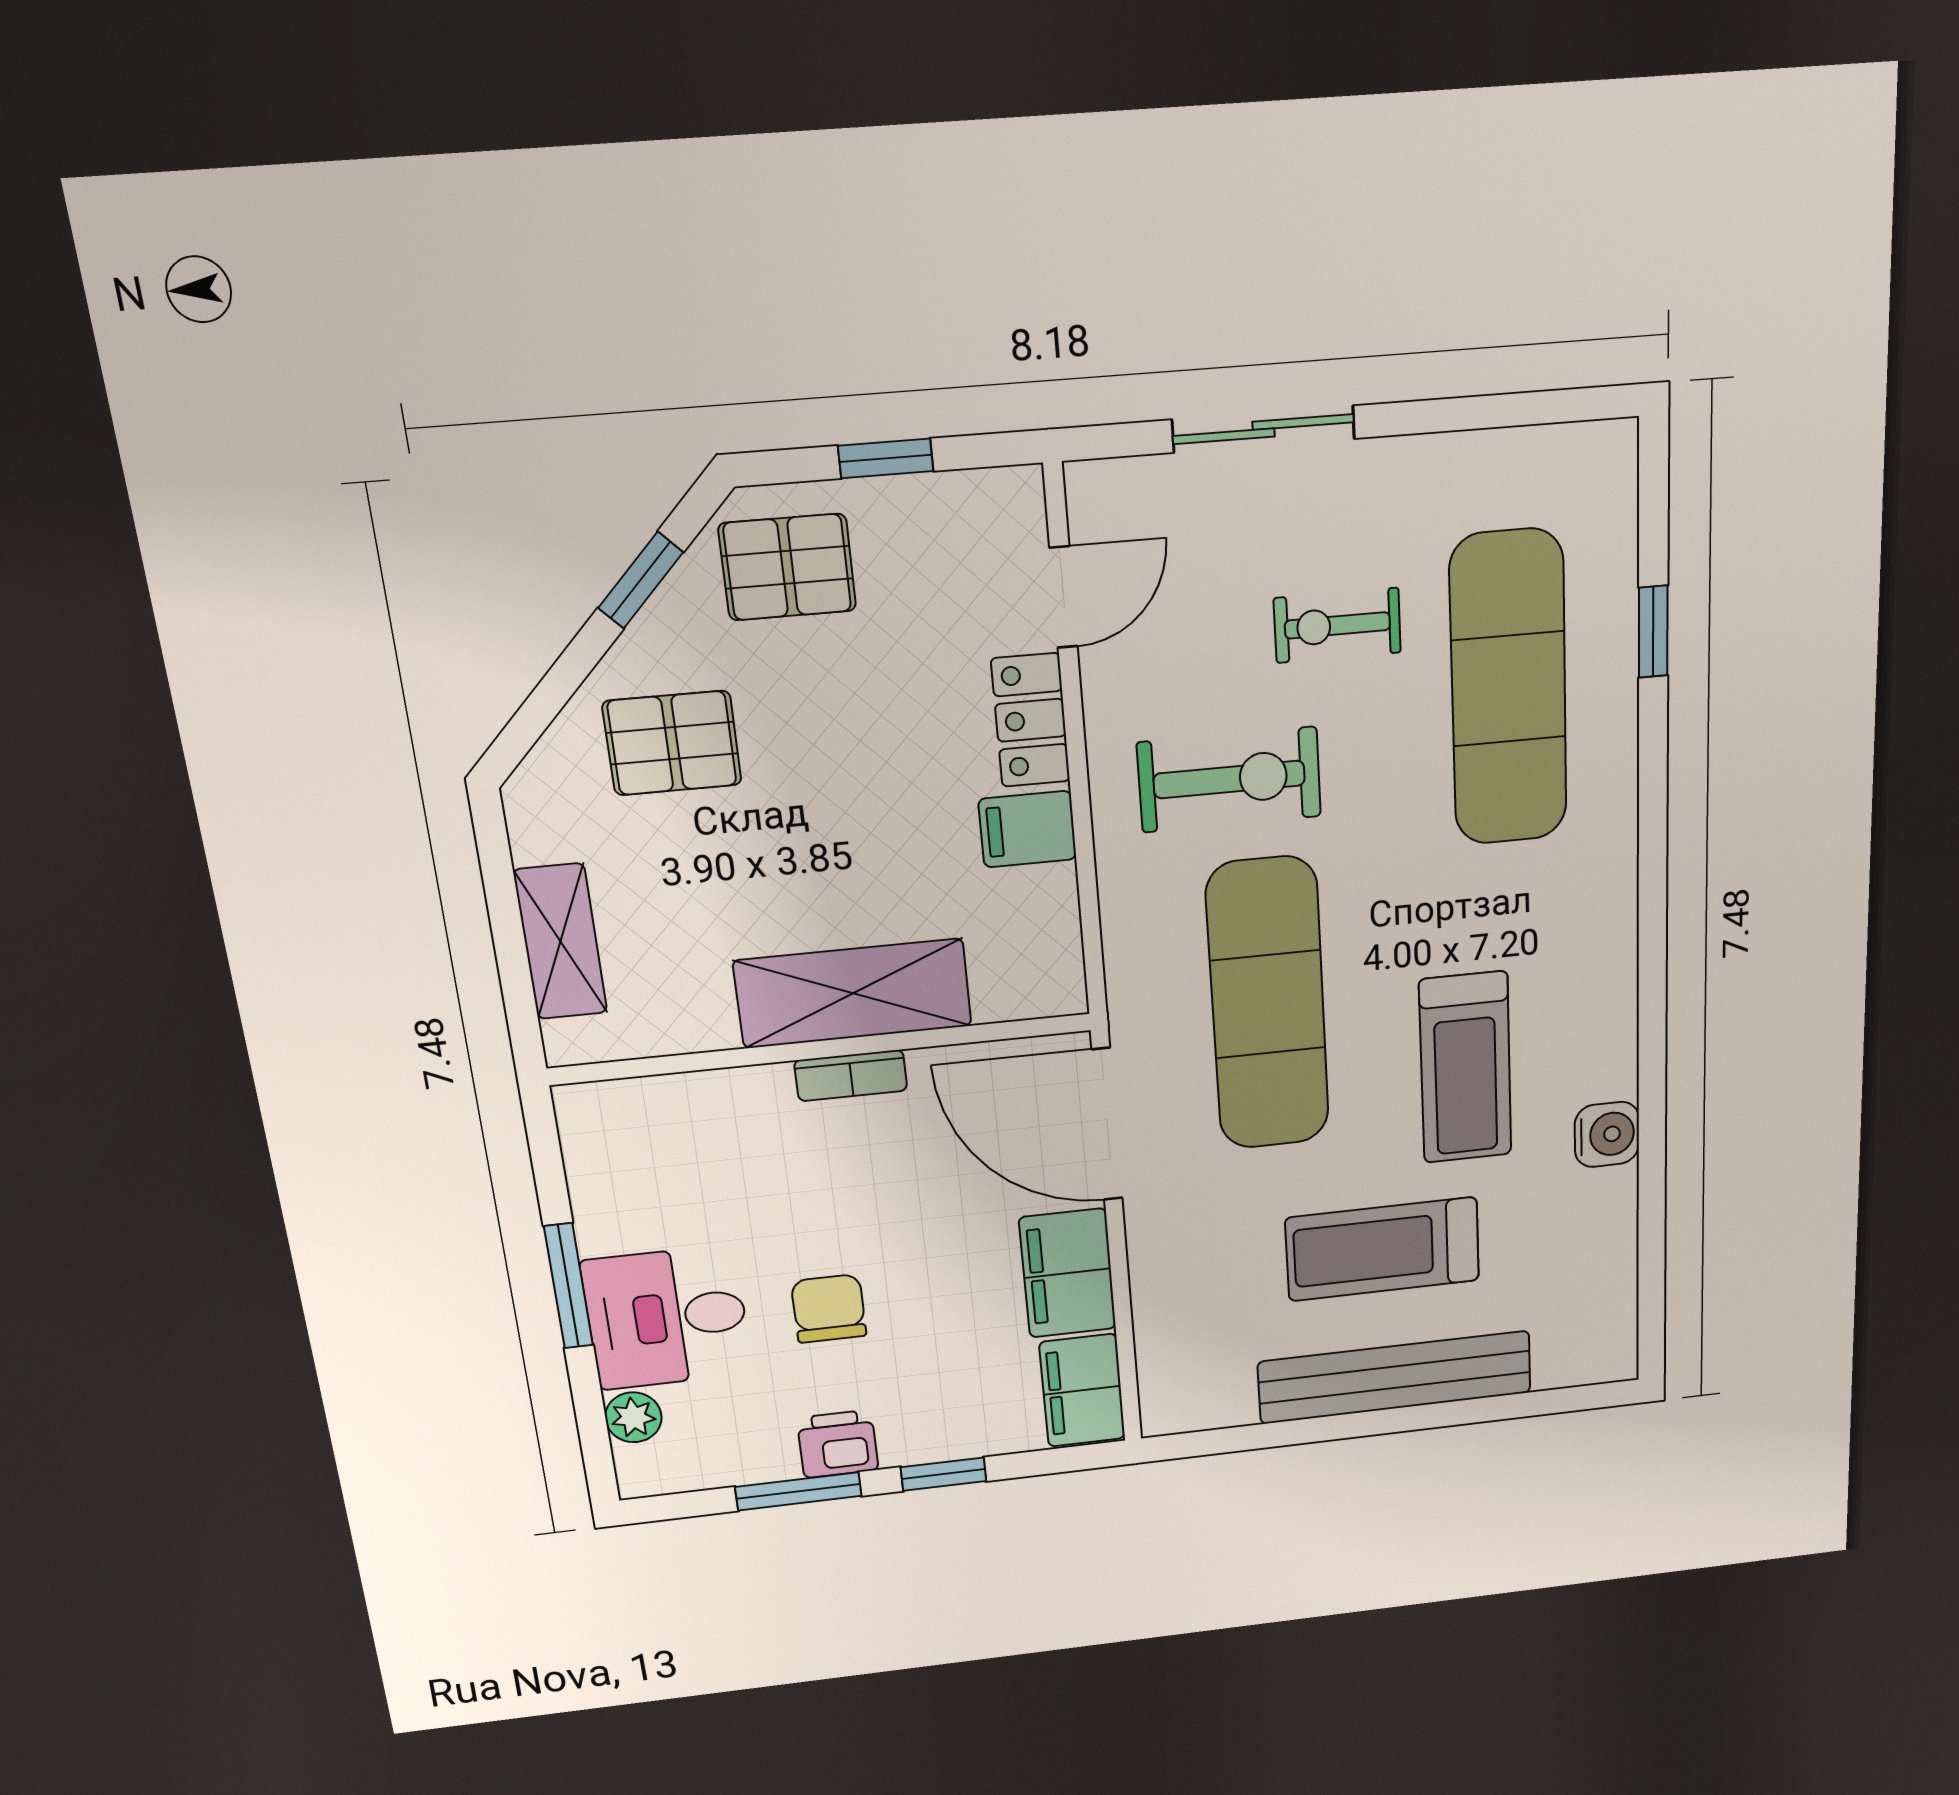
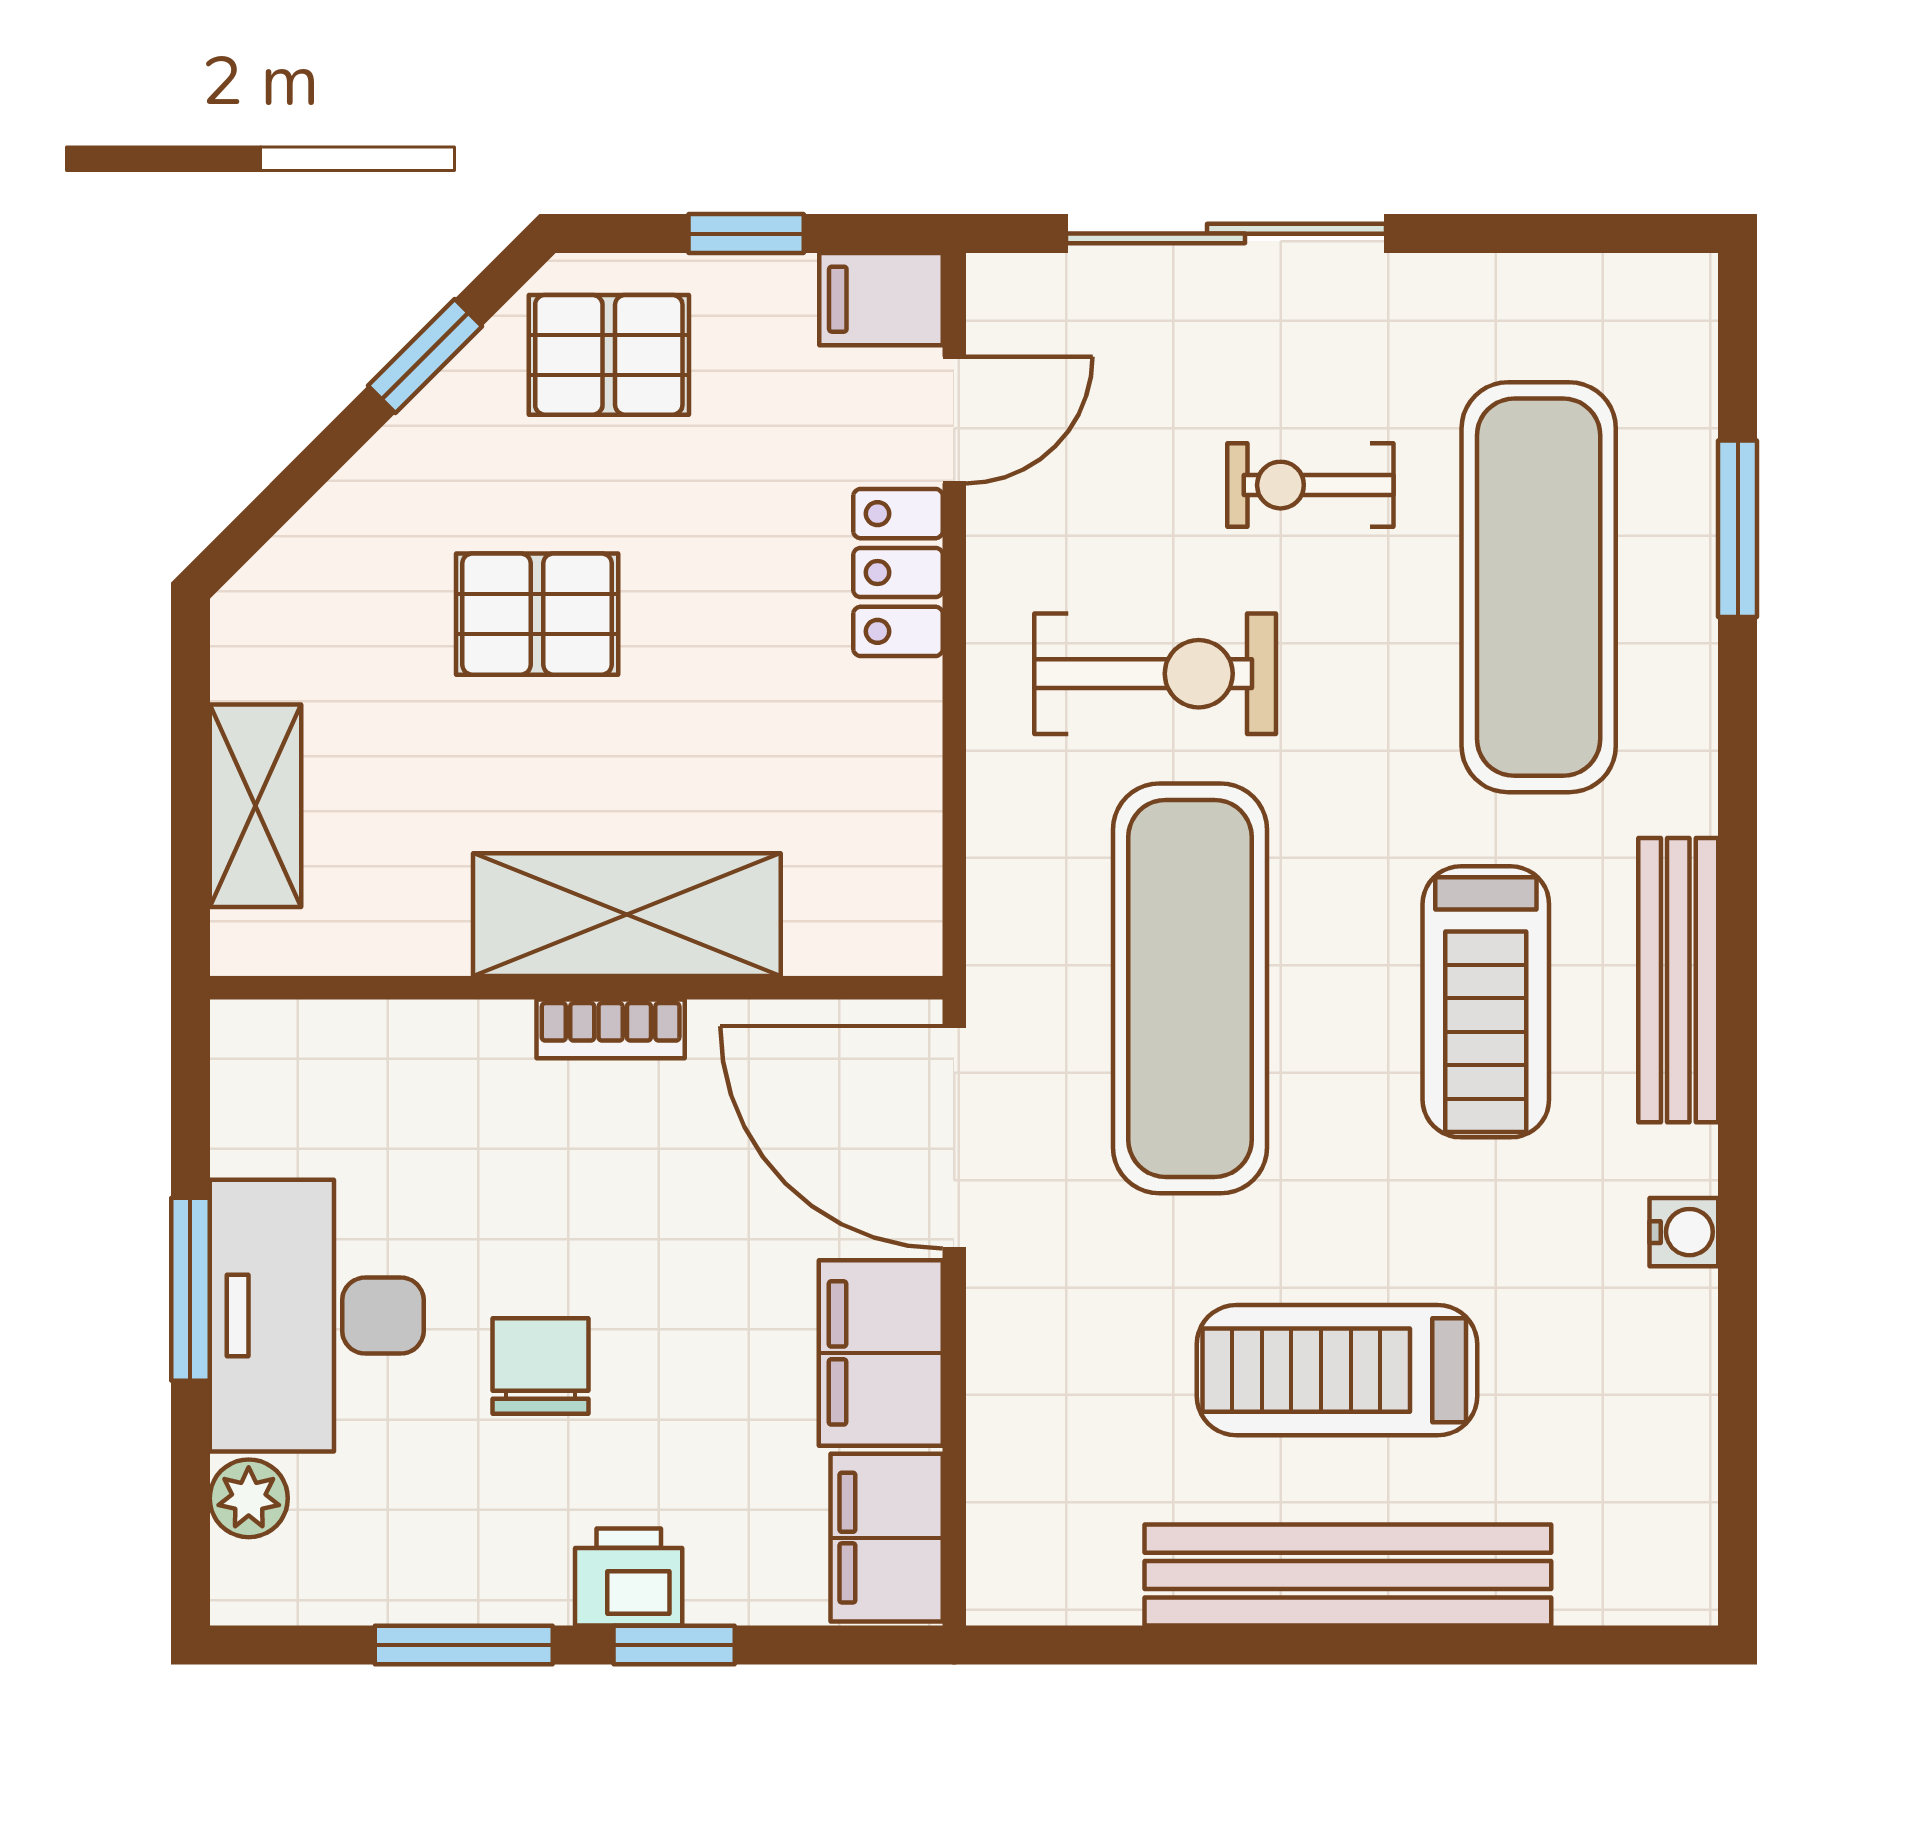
sliding door: (1264, 429) -> (1226, 234), width x1.37
window: (1653, 632) -> (1738, 529), width x1.50
pallet: (672, 743) -> (537, 614), moved
filing cabinet: (1027, 829) -> (881, 299), moved
bench: (1611, 964) -> (1678, 980), added
treadmill: (1465, 1068) -> (1486, 1002), moved
water cooler: (1607, 1134) -> (1684, 1232), width x0.72, depth x0.72
desk: (667, 1318) -> (317, 1316), width x1.37
printer: (838, 1444) -> (629, 1577), moved

